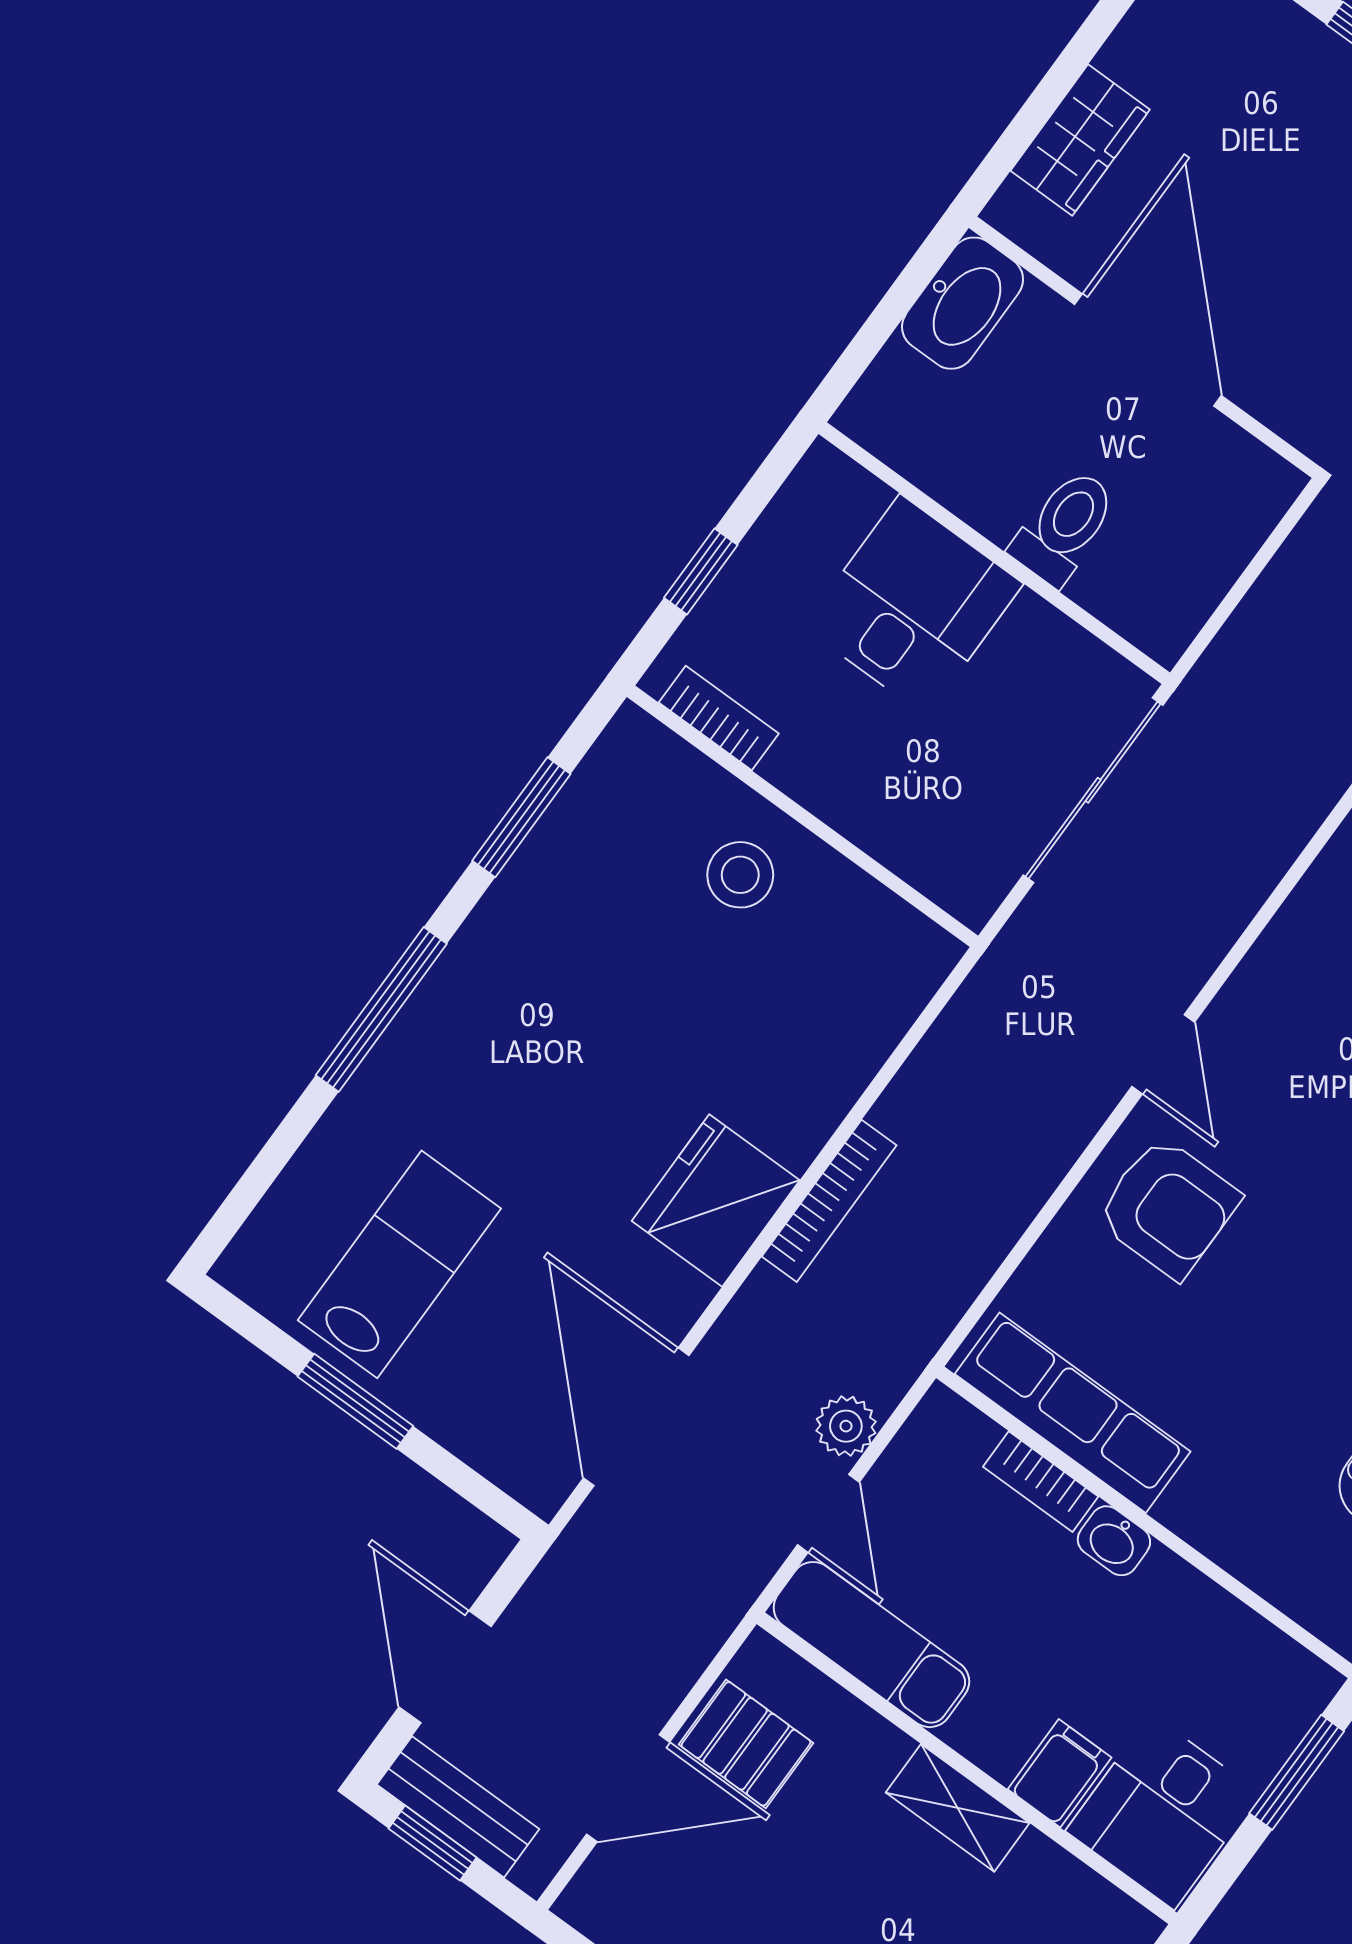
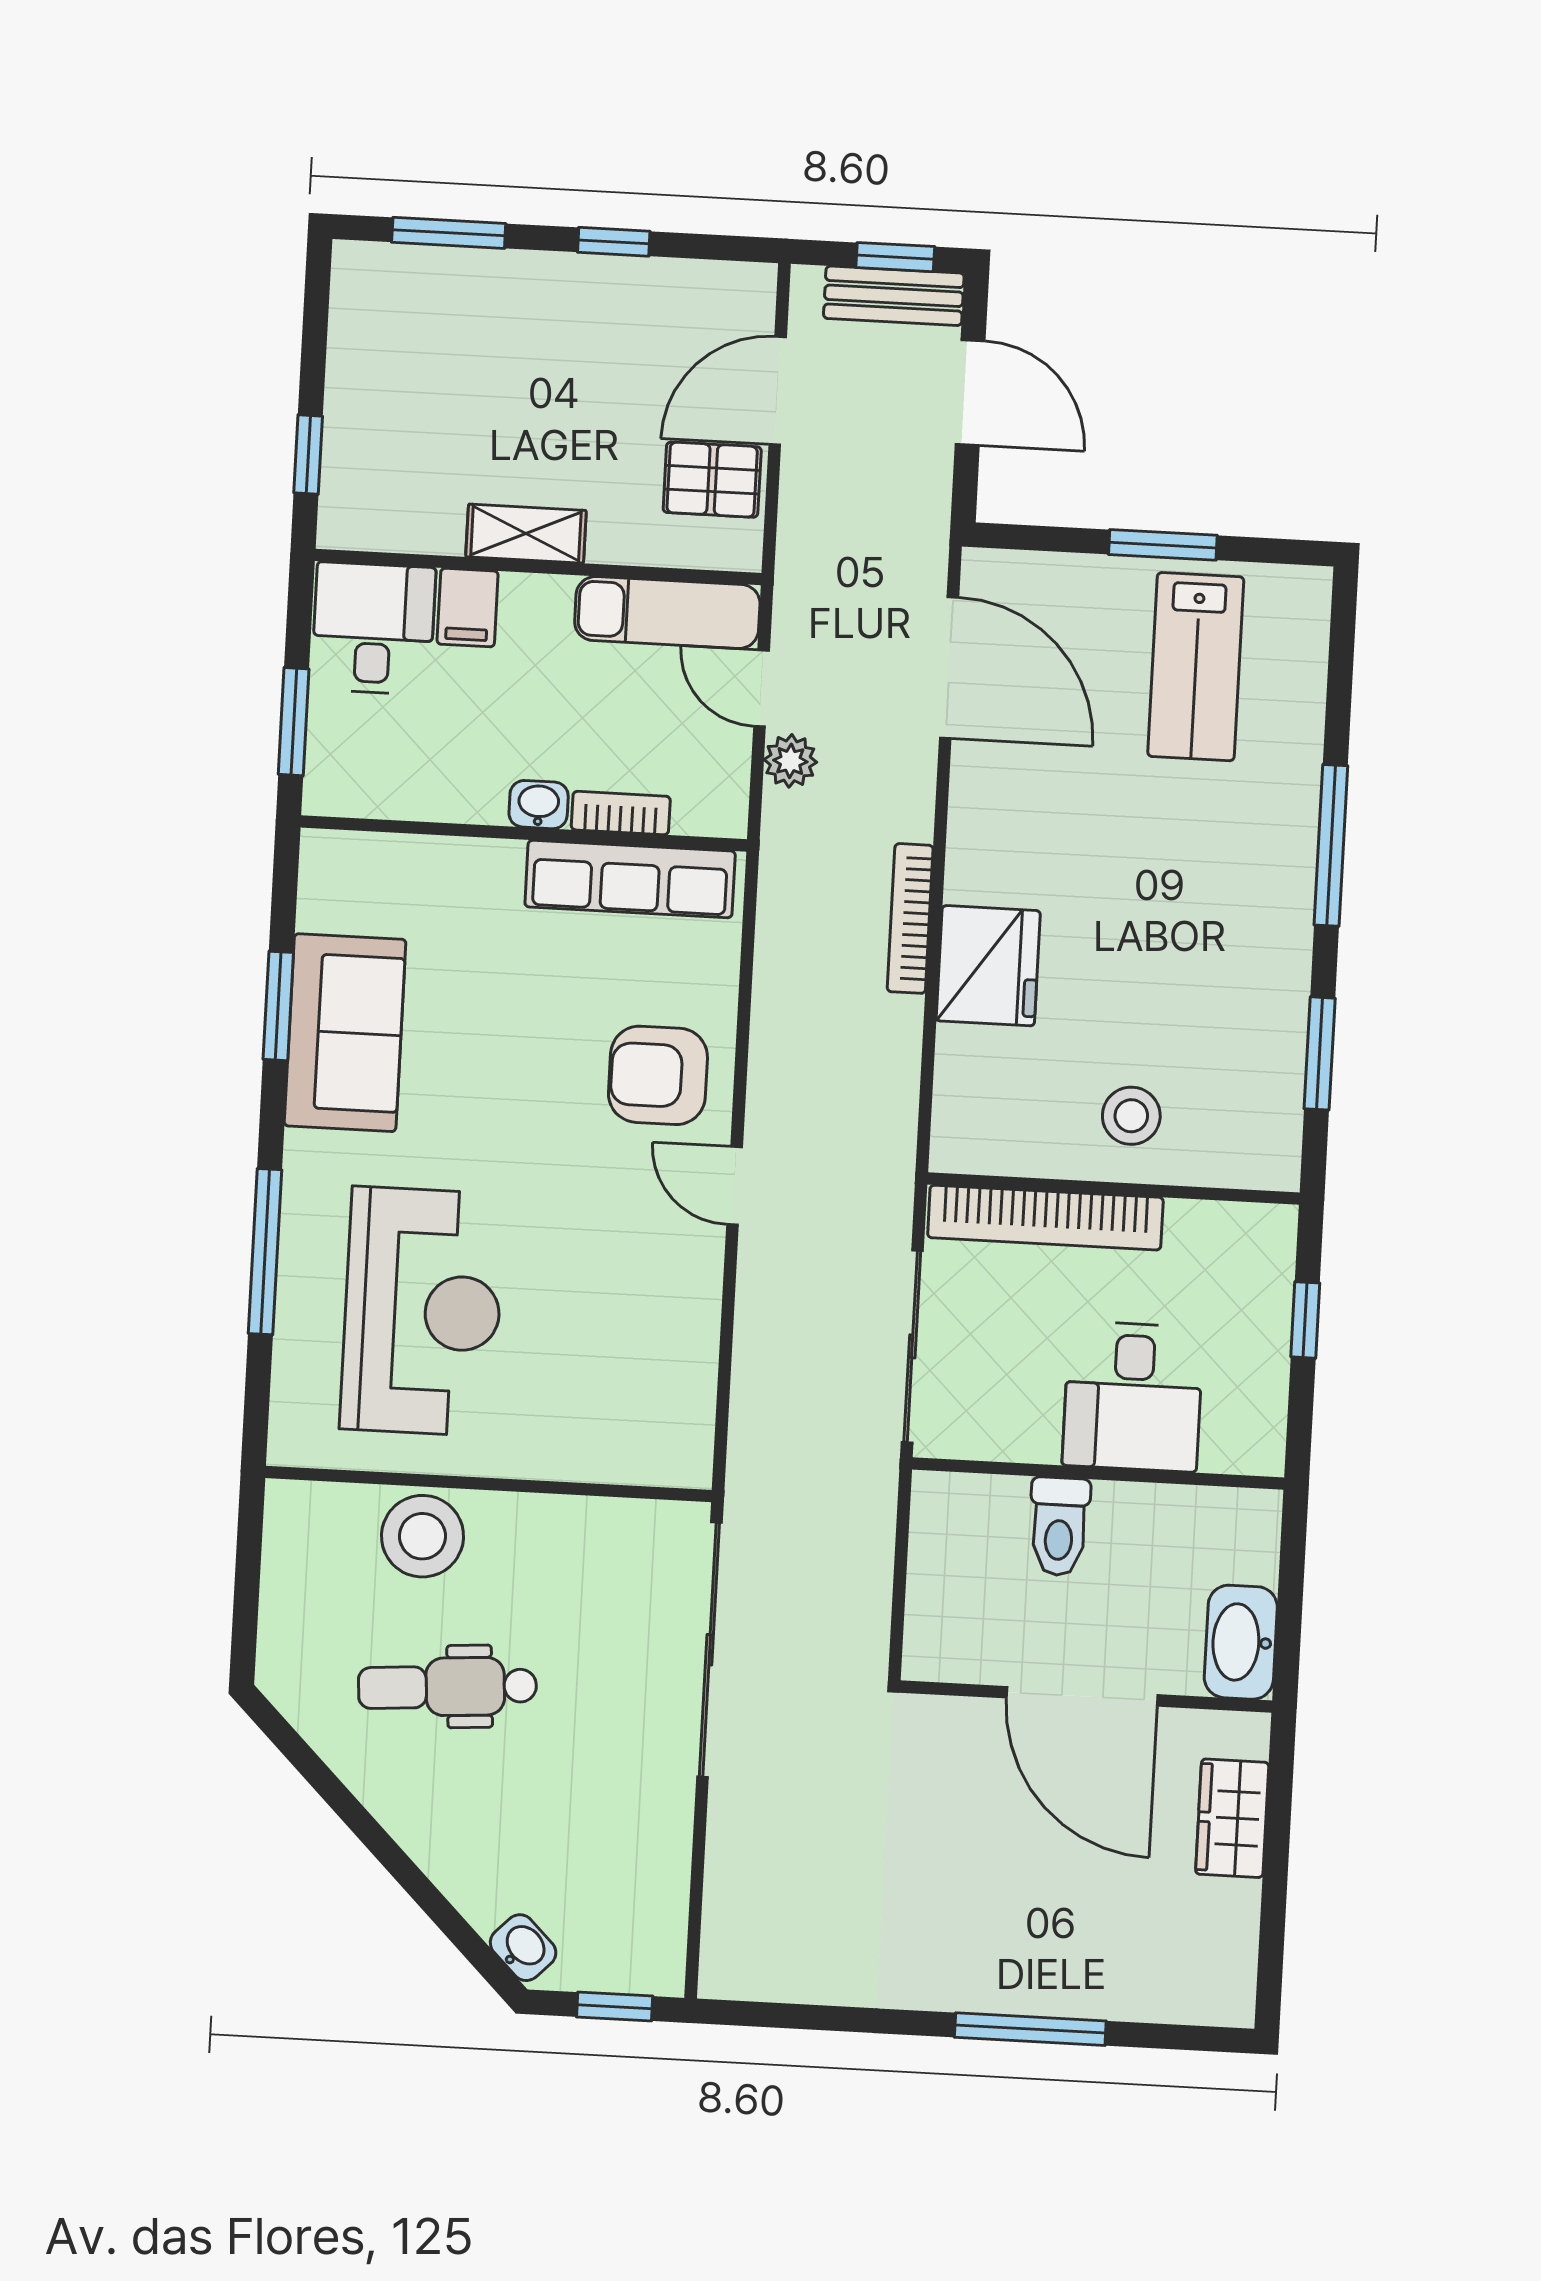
bookcase: (719, 718) -> (1045, 1218), moved, width x2.31, depth x1.31
fridge: (716, 1201) -> (988, 966), moved

